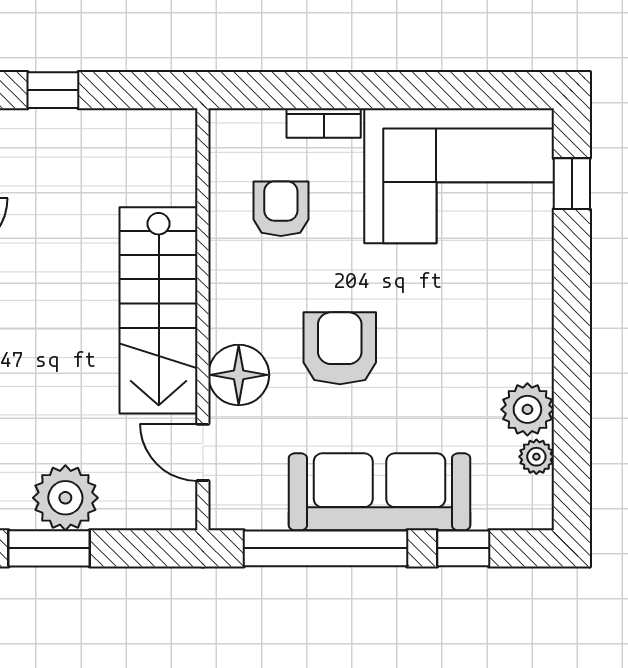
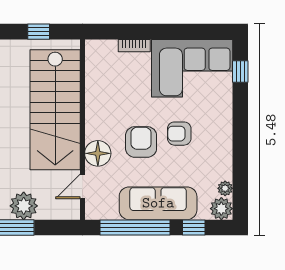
window: (53, 90) -> (39, 32), moved
armchair: (281, 209) -> (179, 134), moved, turned -90
stairs: (159, 310) -> (55, 110), width x1.36, depth x1.51
plant: (527, 409) -> (221, 209), moved
door: (203, 452) -> (83, 186), hinge flipped

